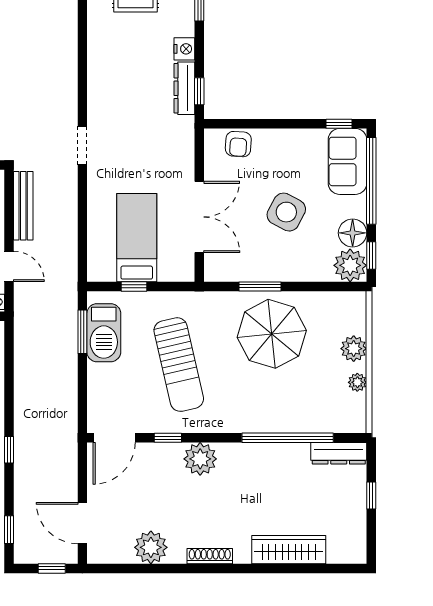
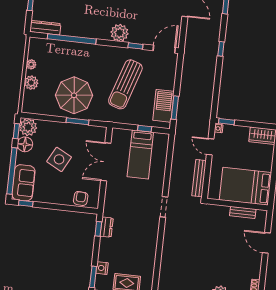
nightstand: (184, 49) -> (102, 268), moved
dresser: (184, 88) -> (107, 227), width x0.70
sun lounger: (179, 365) -> (125, 84), turned -149

